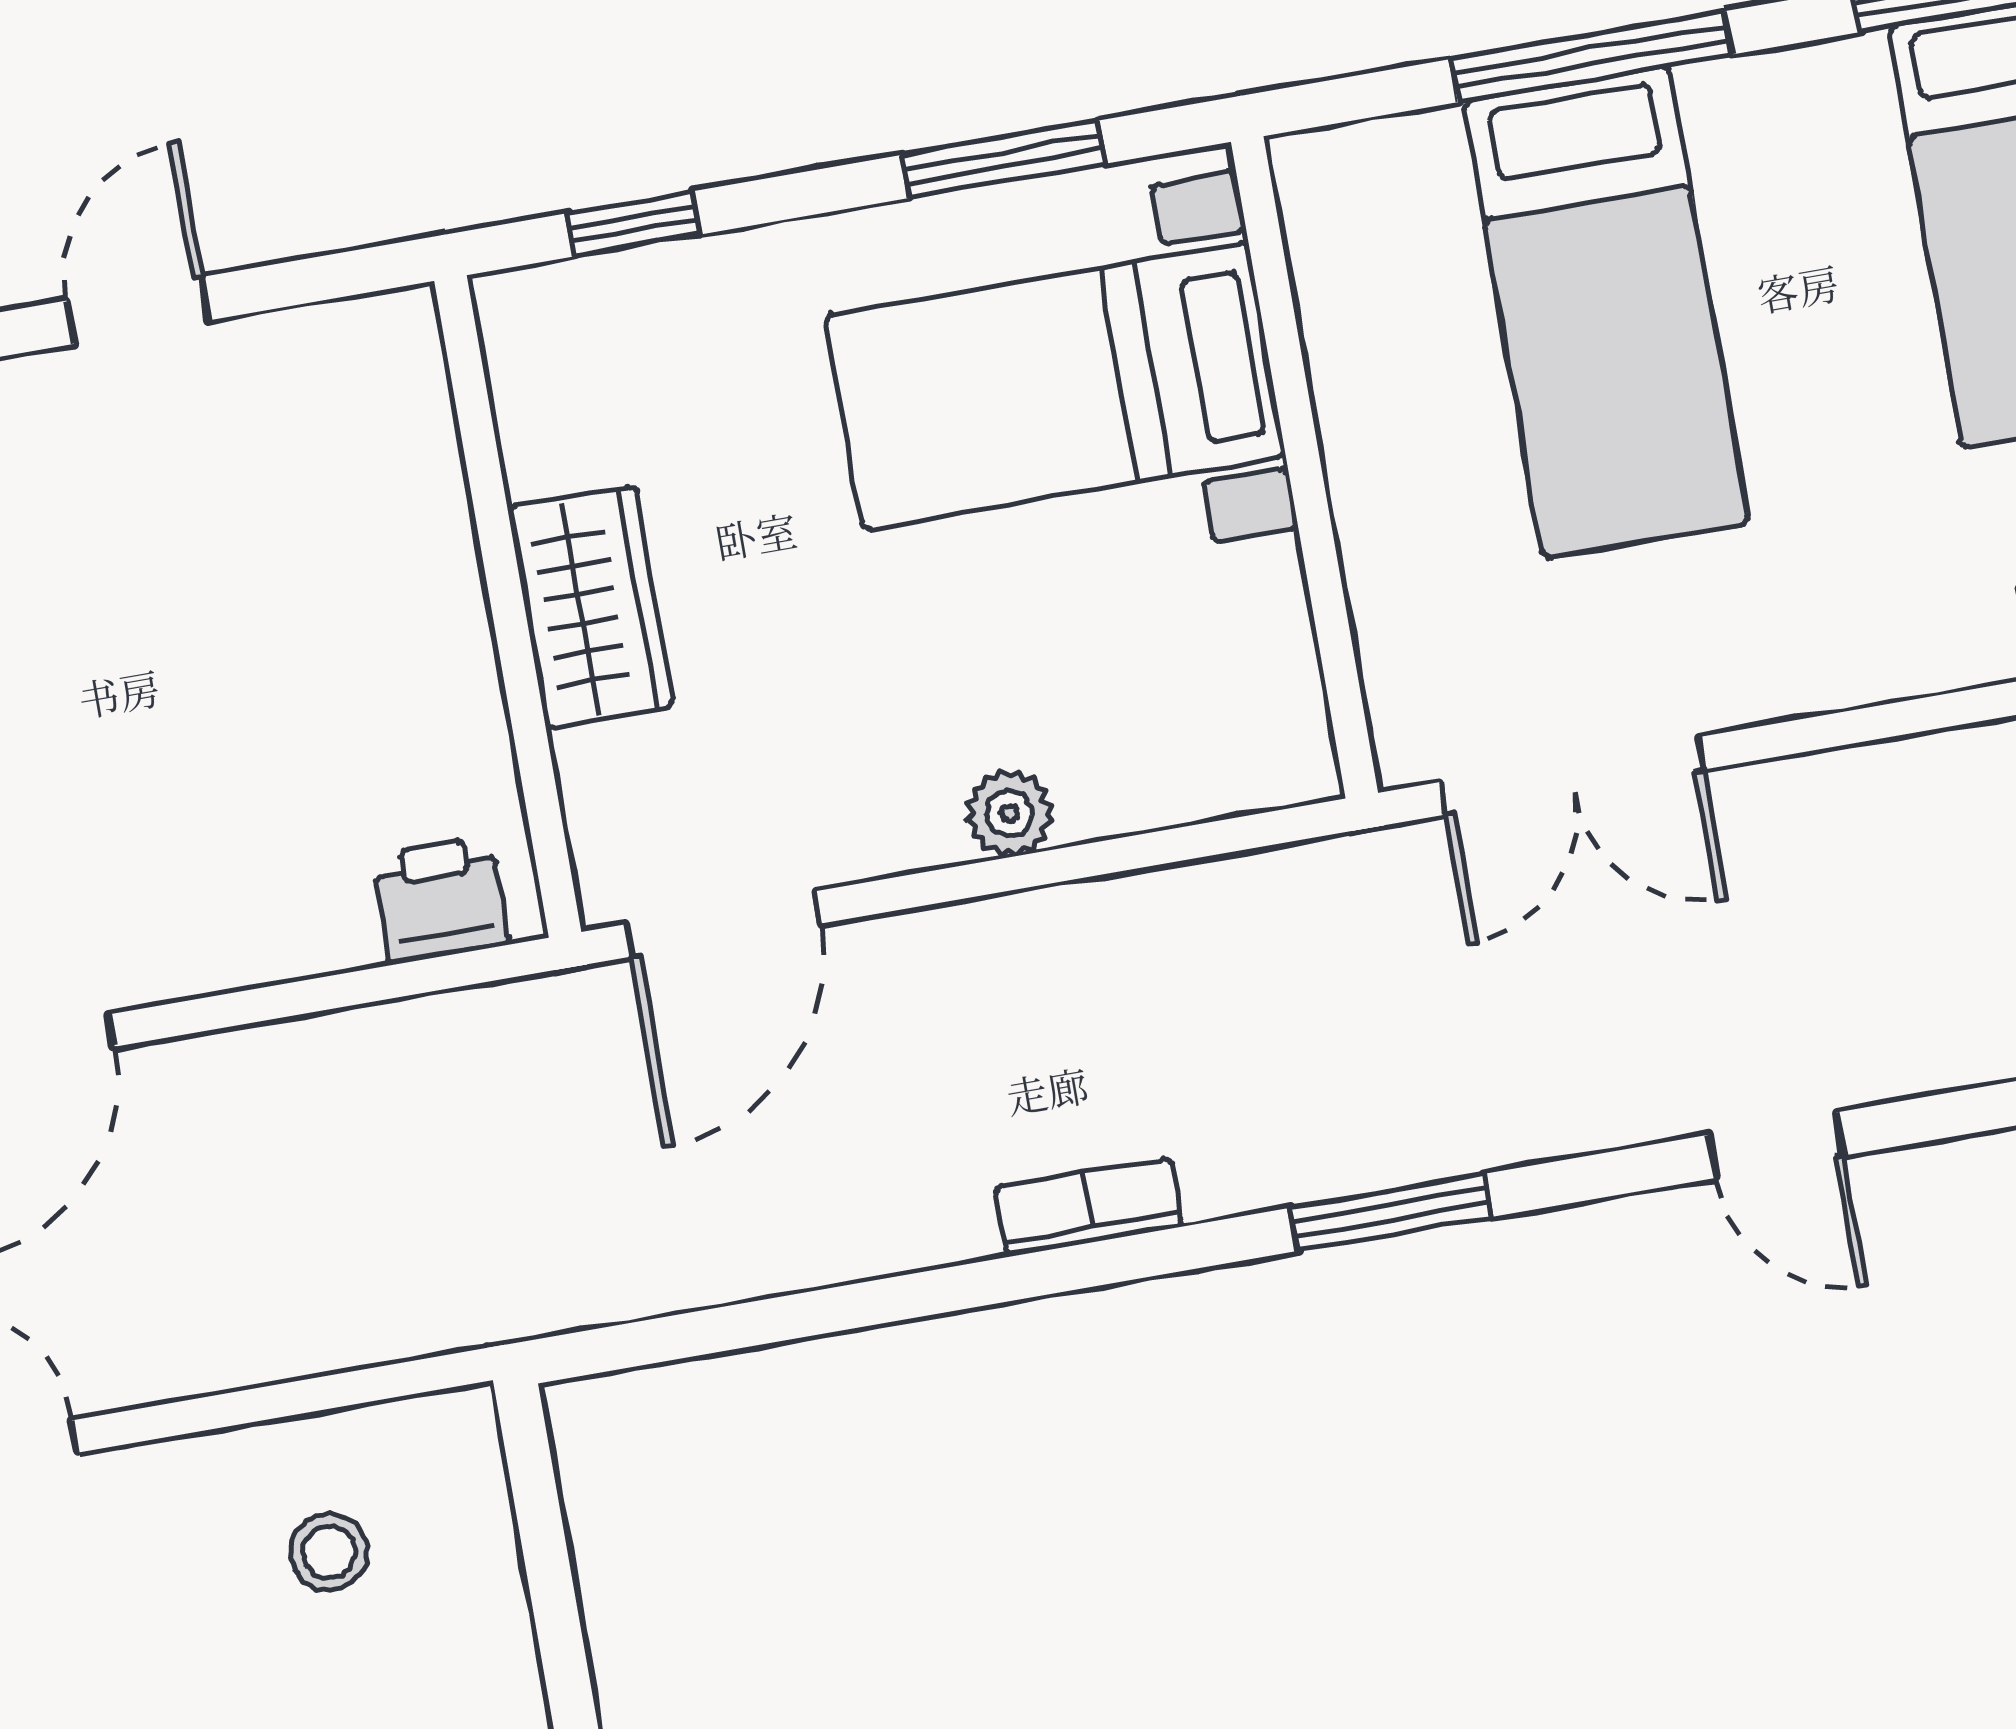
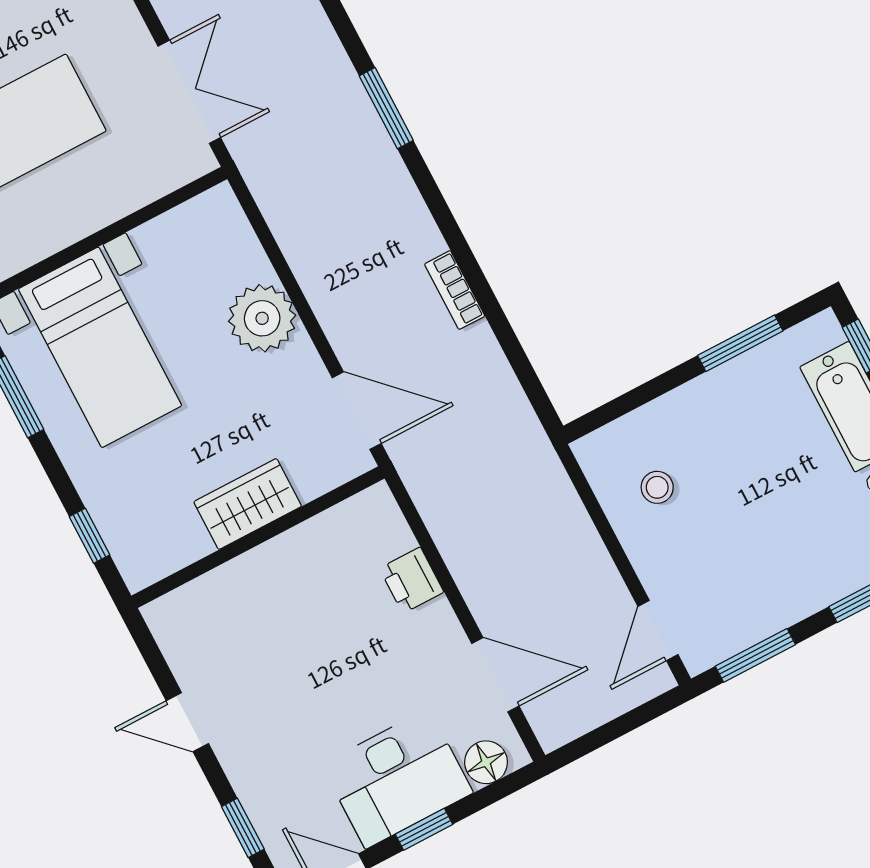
plant: (1009, 813) -> (262, 318), width x1.87, depth x1.87
printer: (441, 900) -> (412, 580), moved
bookcase: (1089, 1207) -> (455, 290), moved

